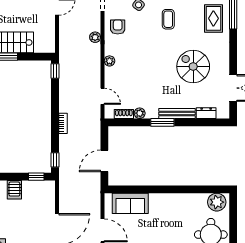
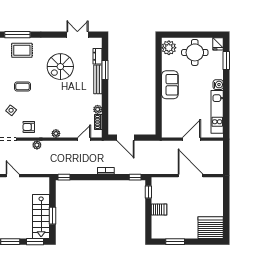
window: (162, 122) -> (105, 70), moved
door: (104, 161) -> (126, 138), moved
sofa: (130, 203) -> (170, 85), moved

